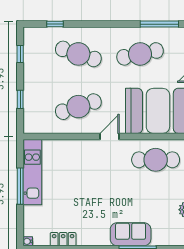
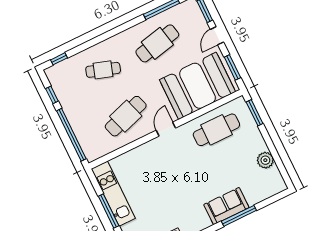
window: (55, 24) -> (59, 59), moved
cafe table: (78, 54) -> (103, 70), width x0.73, depth x0.74
window: (20, 99) -> (71, 135), width x3.17

